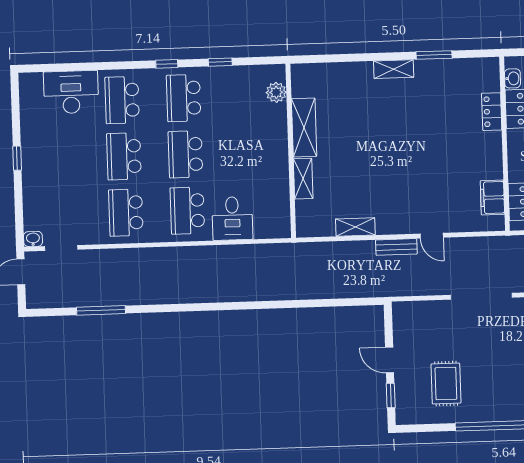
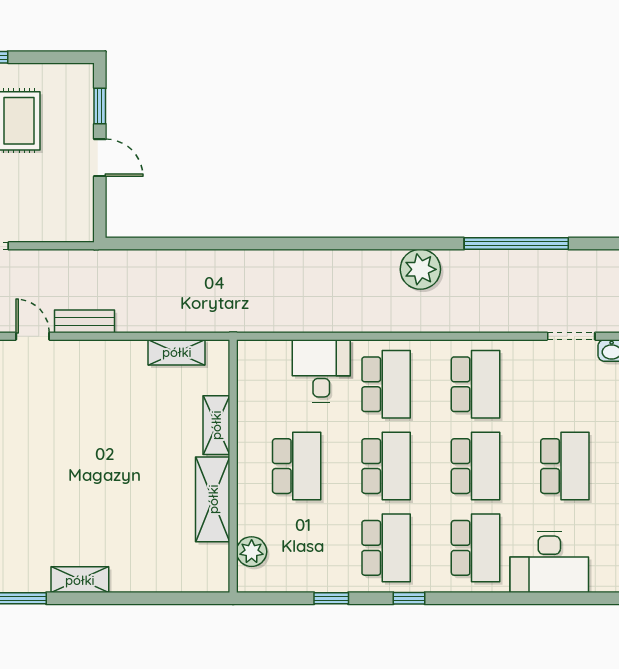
school desk: (247, 152) -> (297, 466), added
school desk: (62, 158) -> (565, 466), added
shelving: (355, 227) -> (177, 352), moved
plant: (166, 291) -> (420, 269), added
window: (101, 310) -> (516, 244), width x1.46

